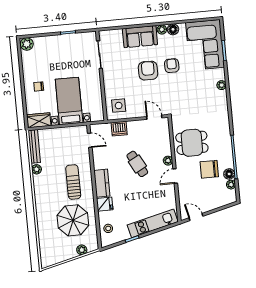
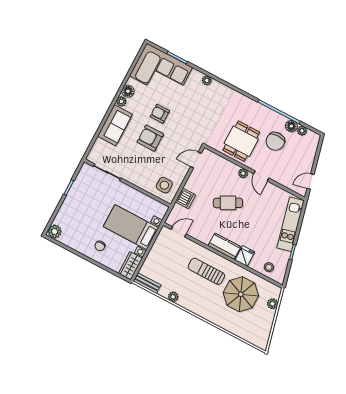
bench: (34, 146) -> (147, 283), width x0.73

